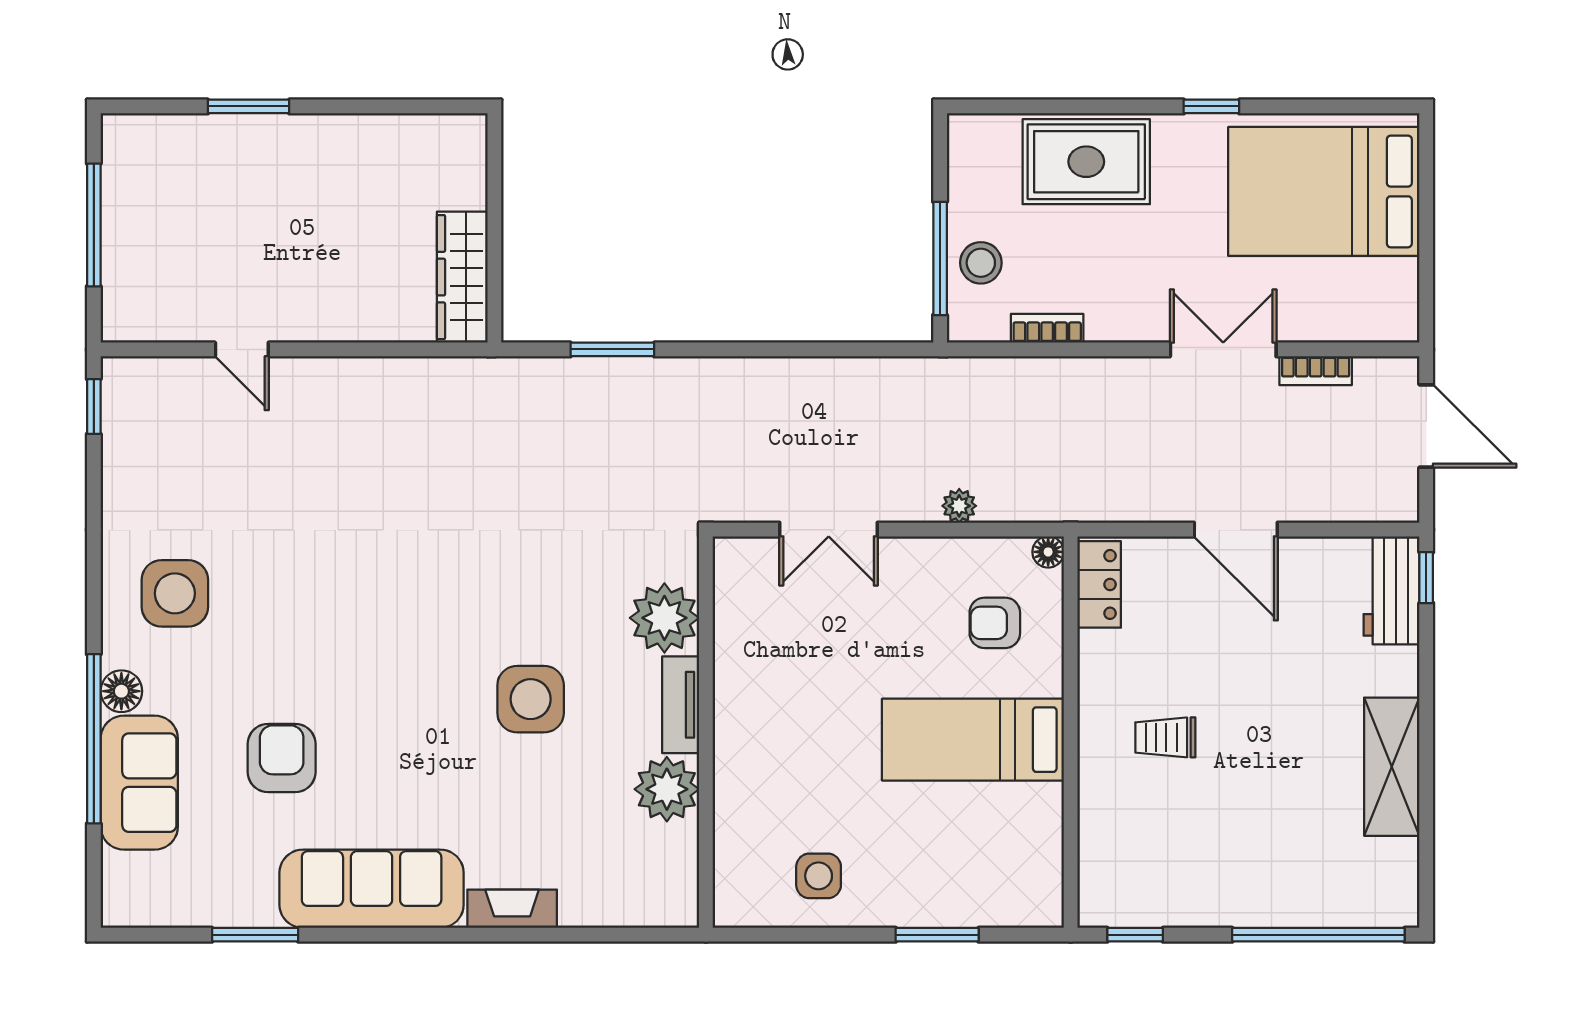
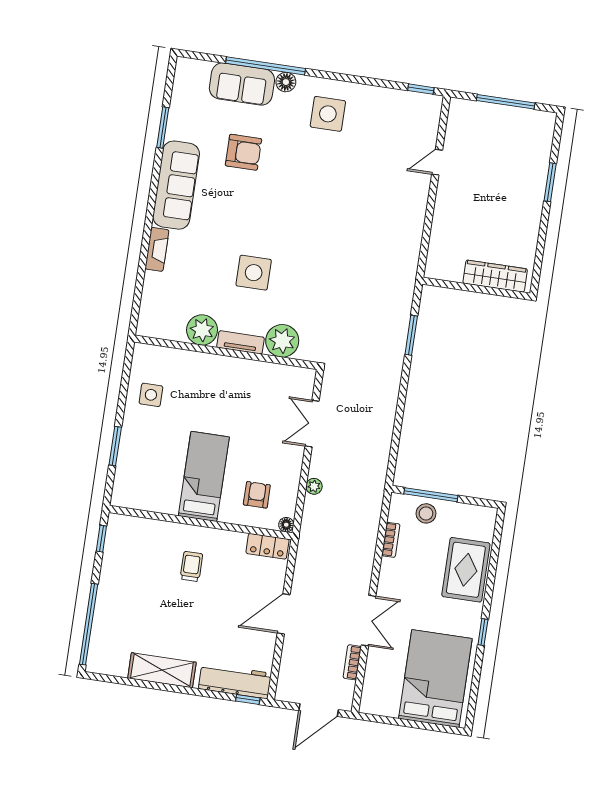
wardrobe: (462, 277) -> (495, 276), moved
workbench: (1392, 590) -> (235, 681), width x1.38

